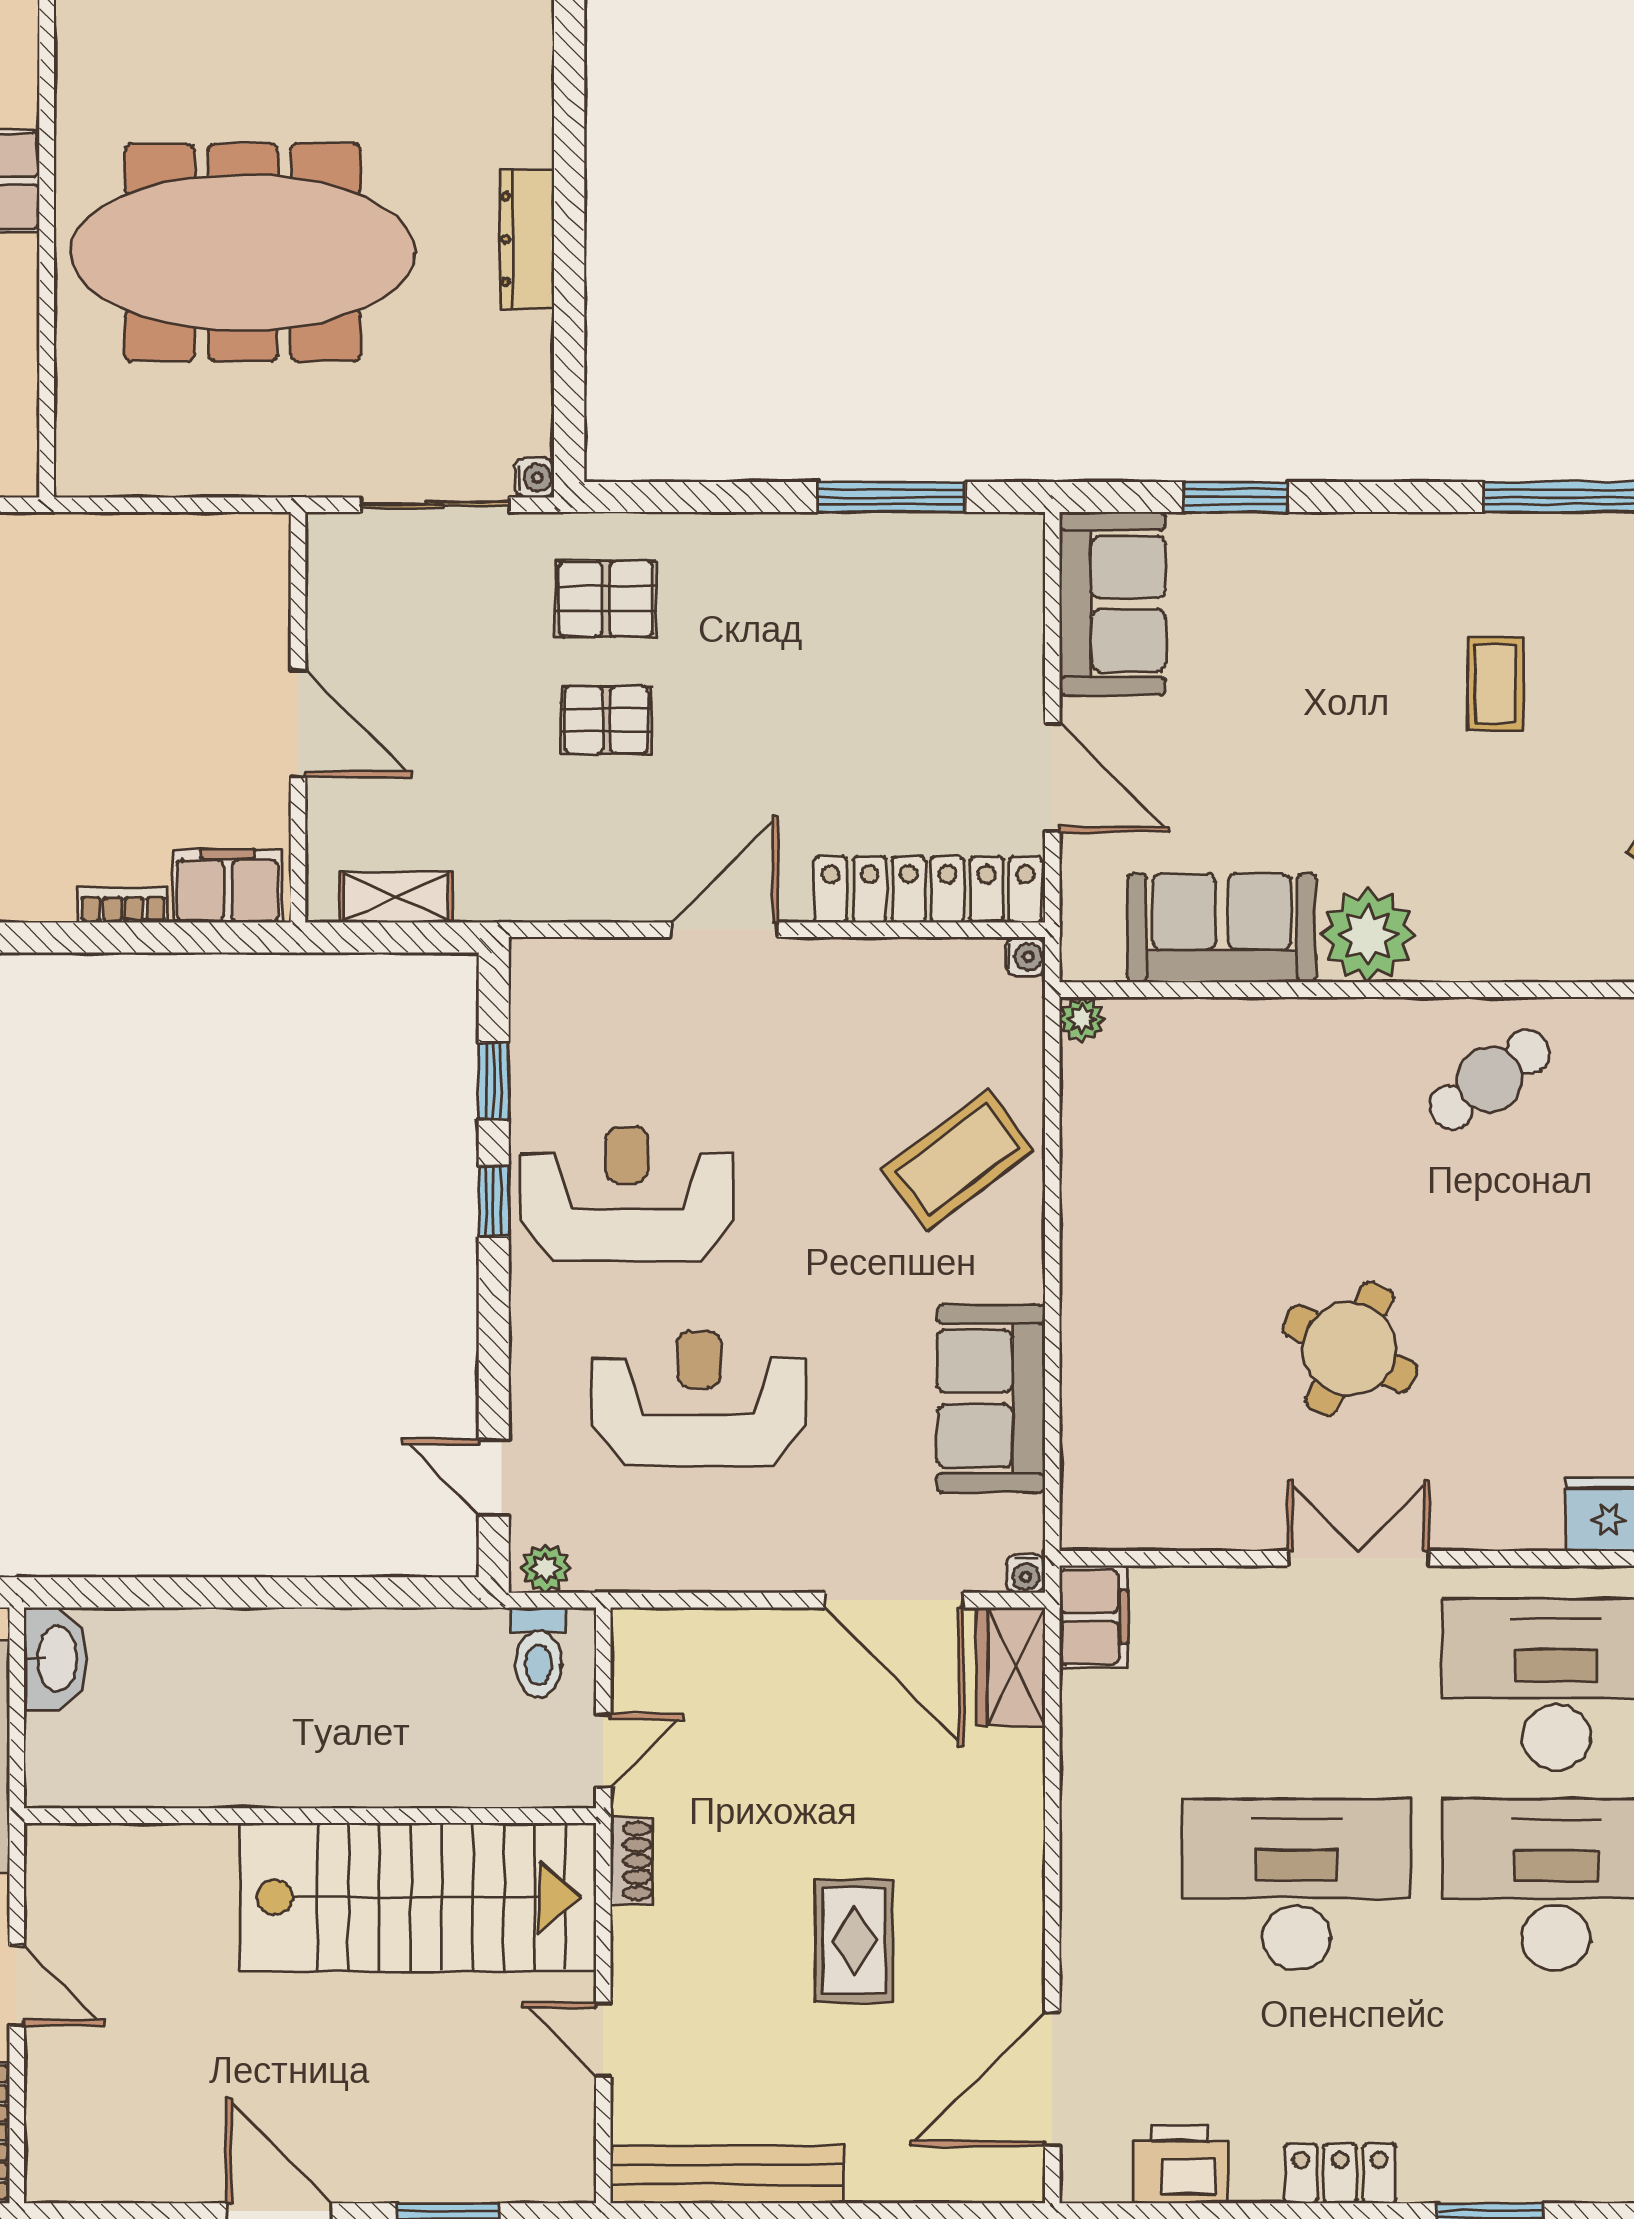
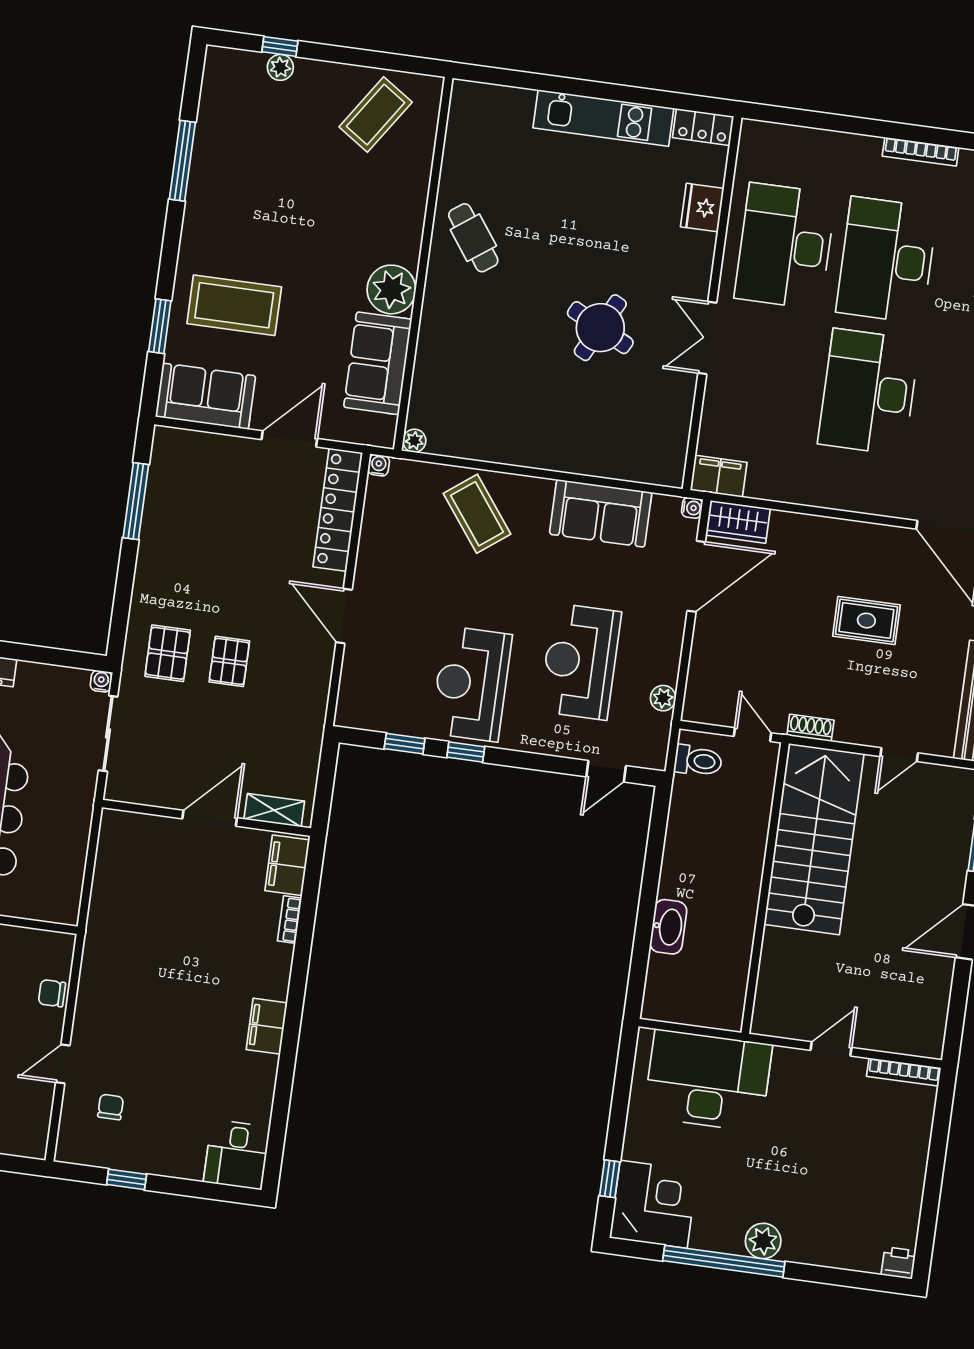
coffee table: (1495, 684) -> (234, 305), moved, width x1.86, depth x1.72
shelving: (396, 897) -> (274, 810), moved, turned 90
plant: (546, 1568) -> (663, 698), moved
washbasin: (55, 1659) -> (668, 927), moved, turned 90

